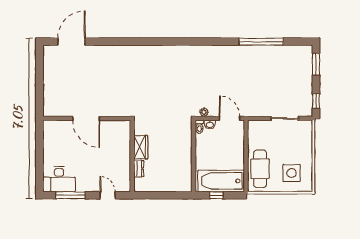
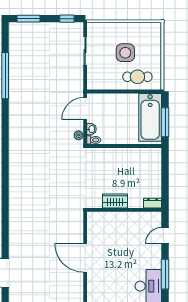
door: (86, 118) -> (85, 258), swing flipped
dresser: (139, 169) -> (153, 203), moved
cafe table: (260, 169) -> (137, 77), width x0.73, depth x0.74
side table: (291, 173) -> (125, 53), moved
window: (216, 195) -> (165, 122), width x2.17

